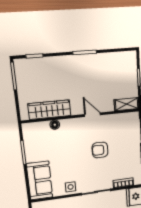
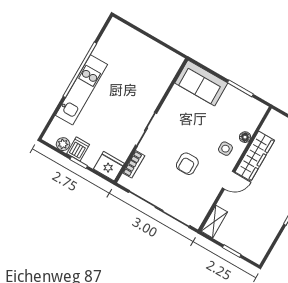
wardrobe: (50, 110) -> (255, 156), moved
armchair: (100, 150) -> (187, 164), turned 180
side table: (71, 187) -> (225, 149), moved

